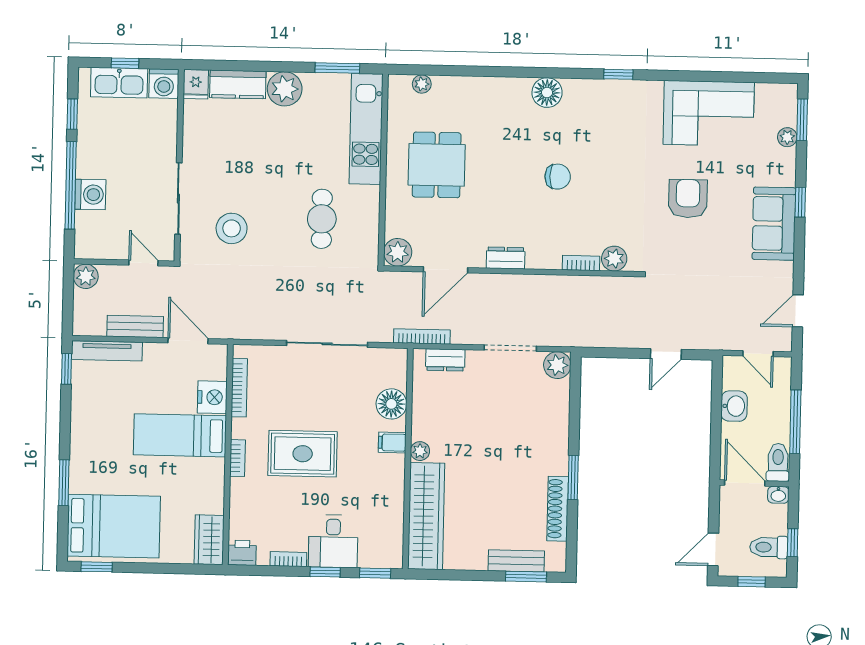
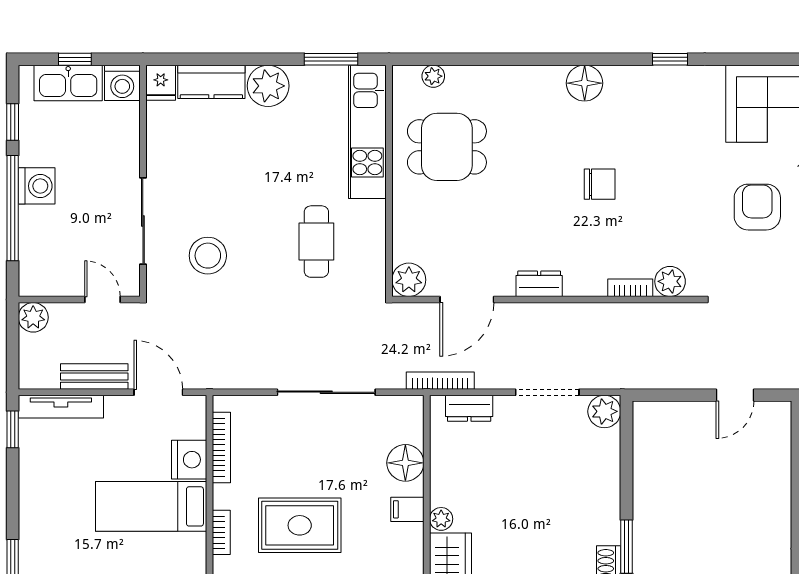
dining table: (437, 165) -> (447, 147), moved, turned 90
washing machine: (90, 194) -> (37, 186), moved

